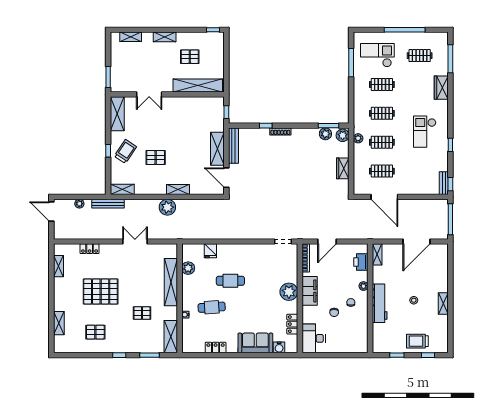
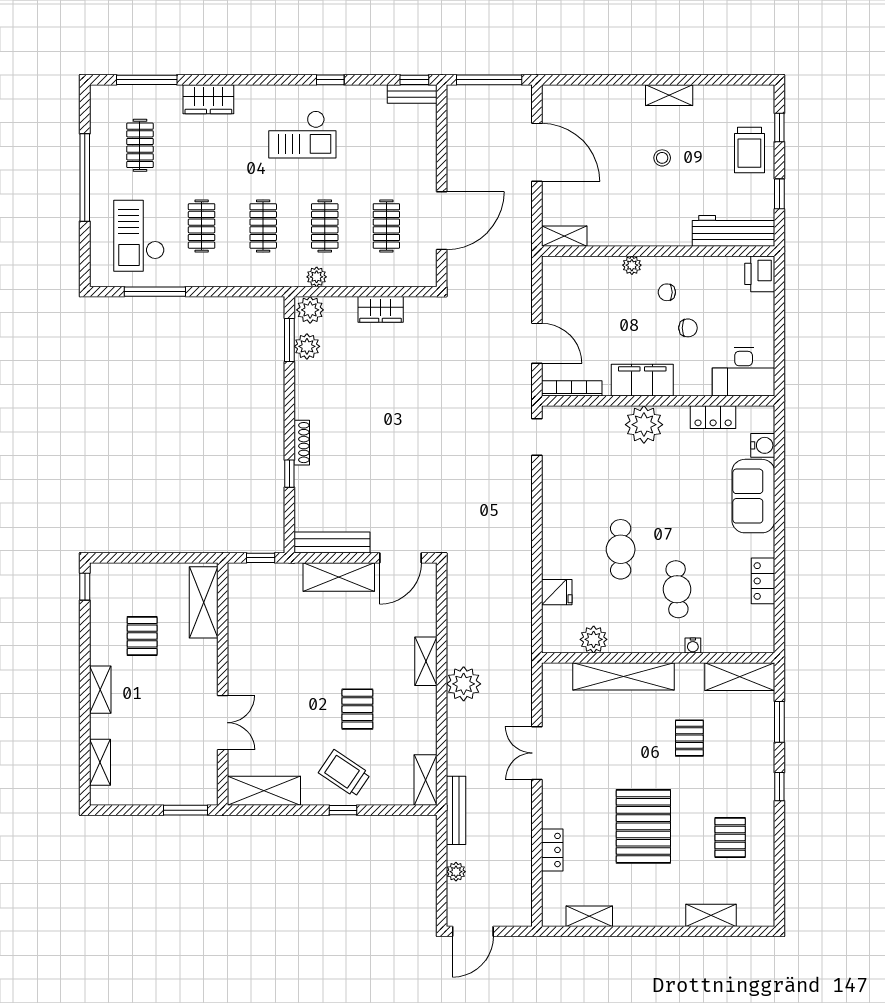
shelving: (198, 85) -> (204, 602), width x0.68
printer: (361, 262) -> (760, 274), moved, turned 90
workbench: (380, 303) -> (733, 231), moved

